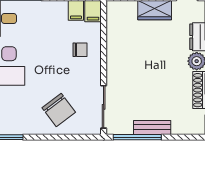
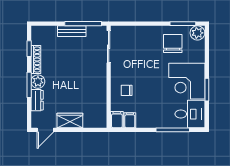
chair: (59, 110) -> (173, 44), moved, turned 37

